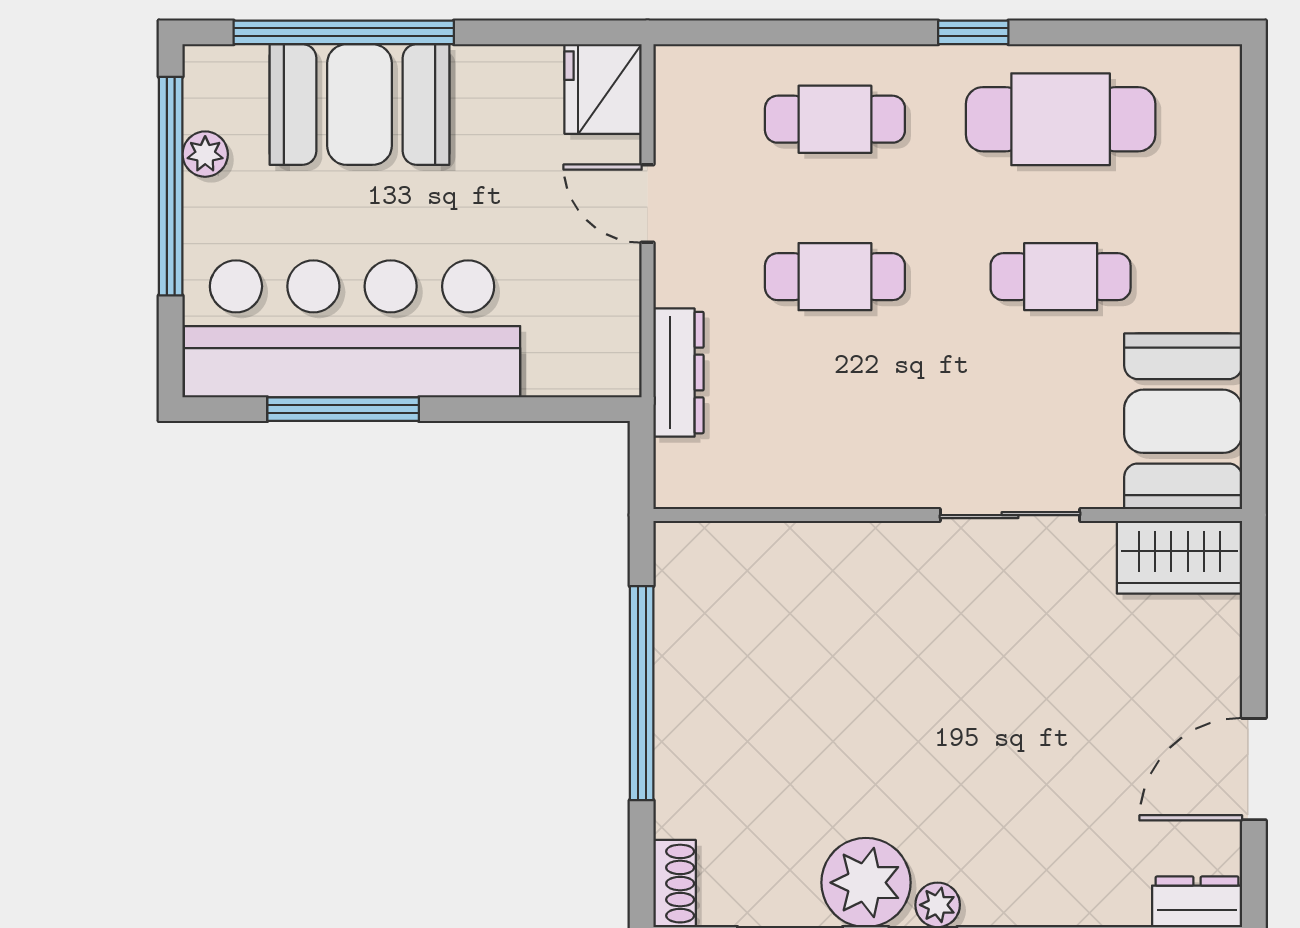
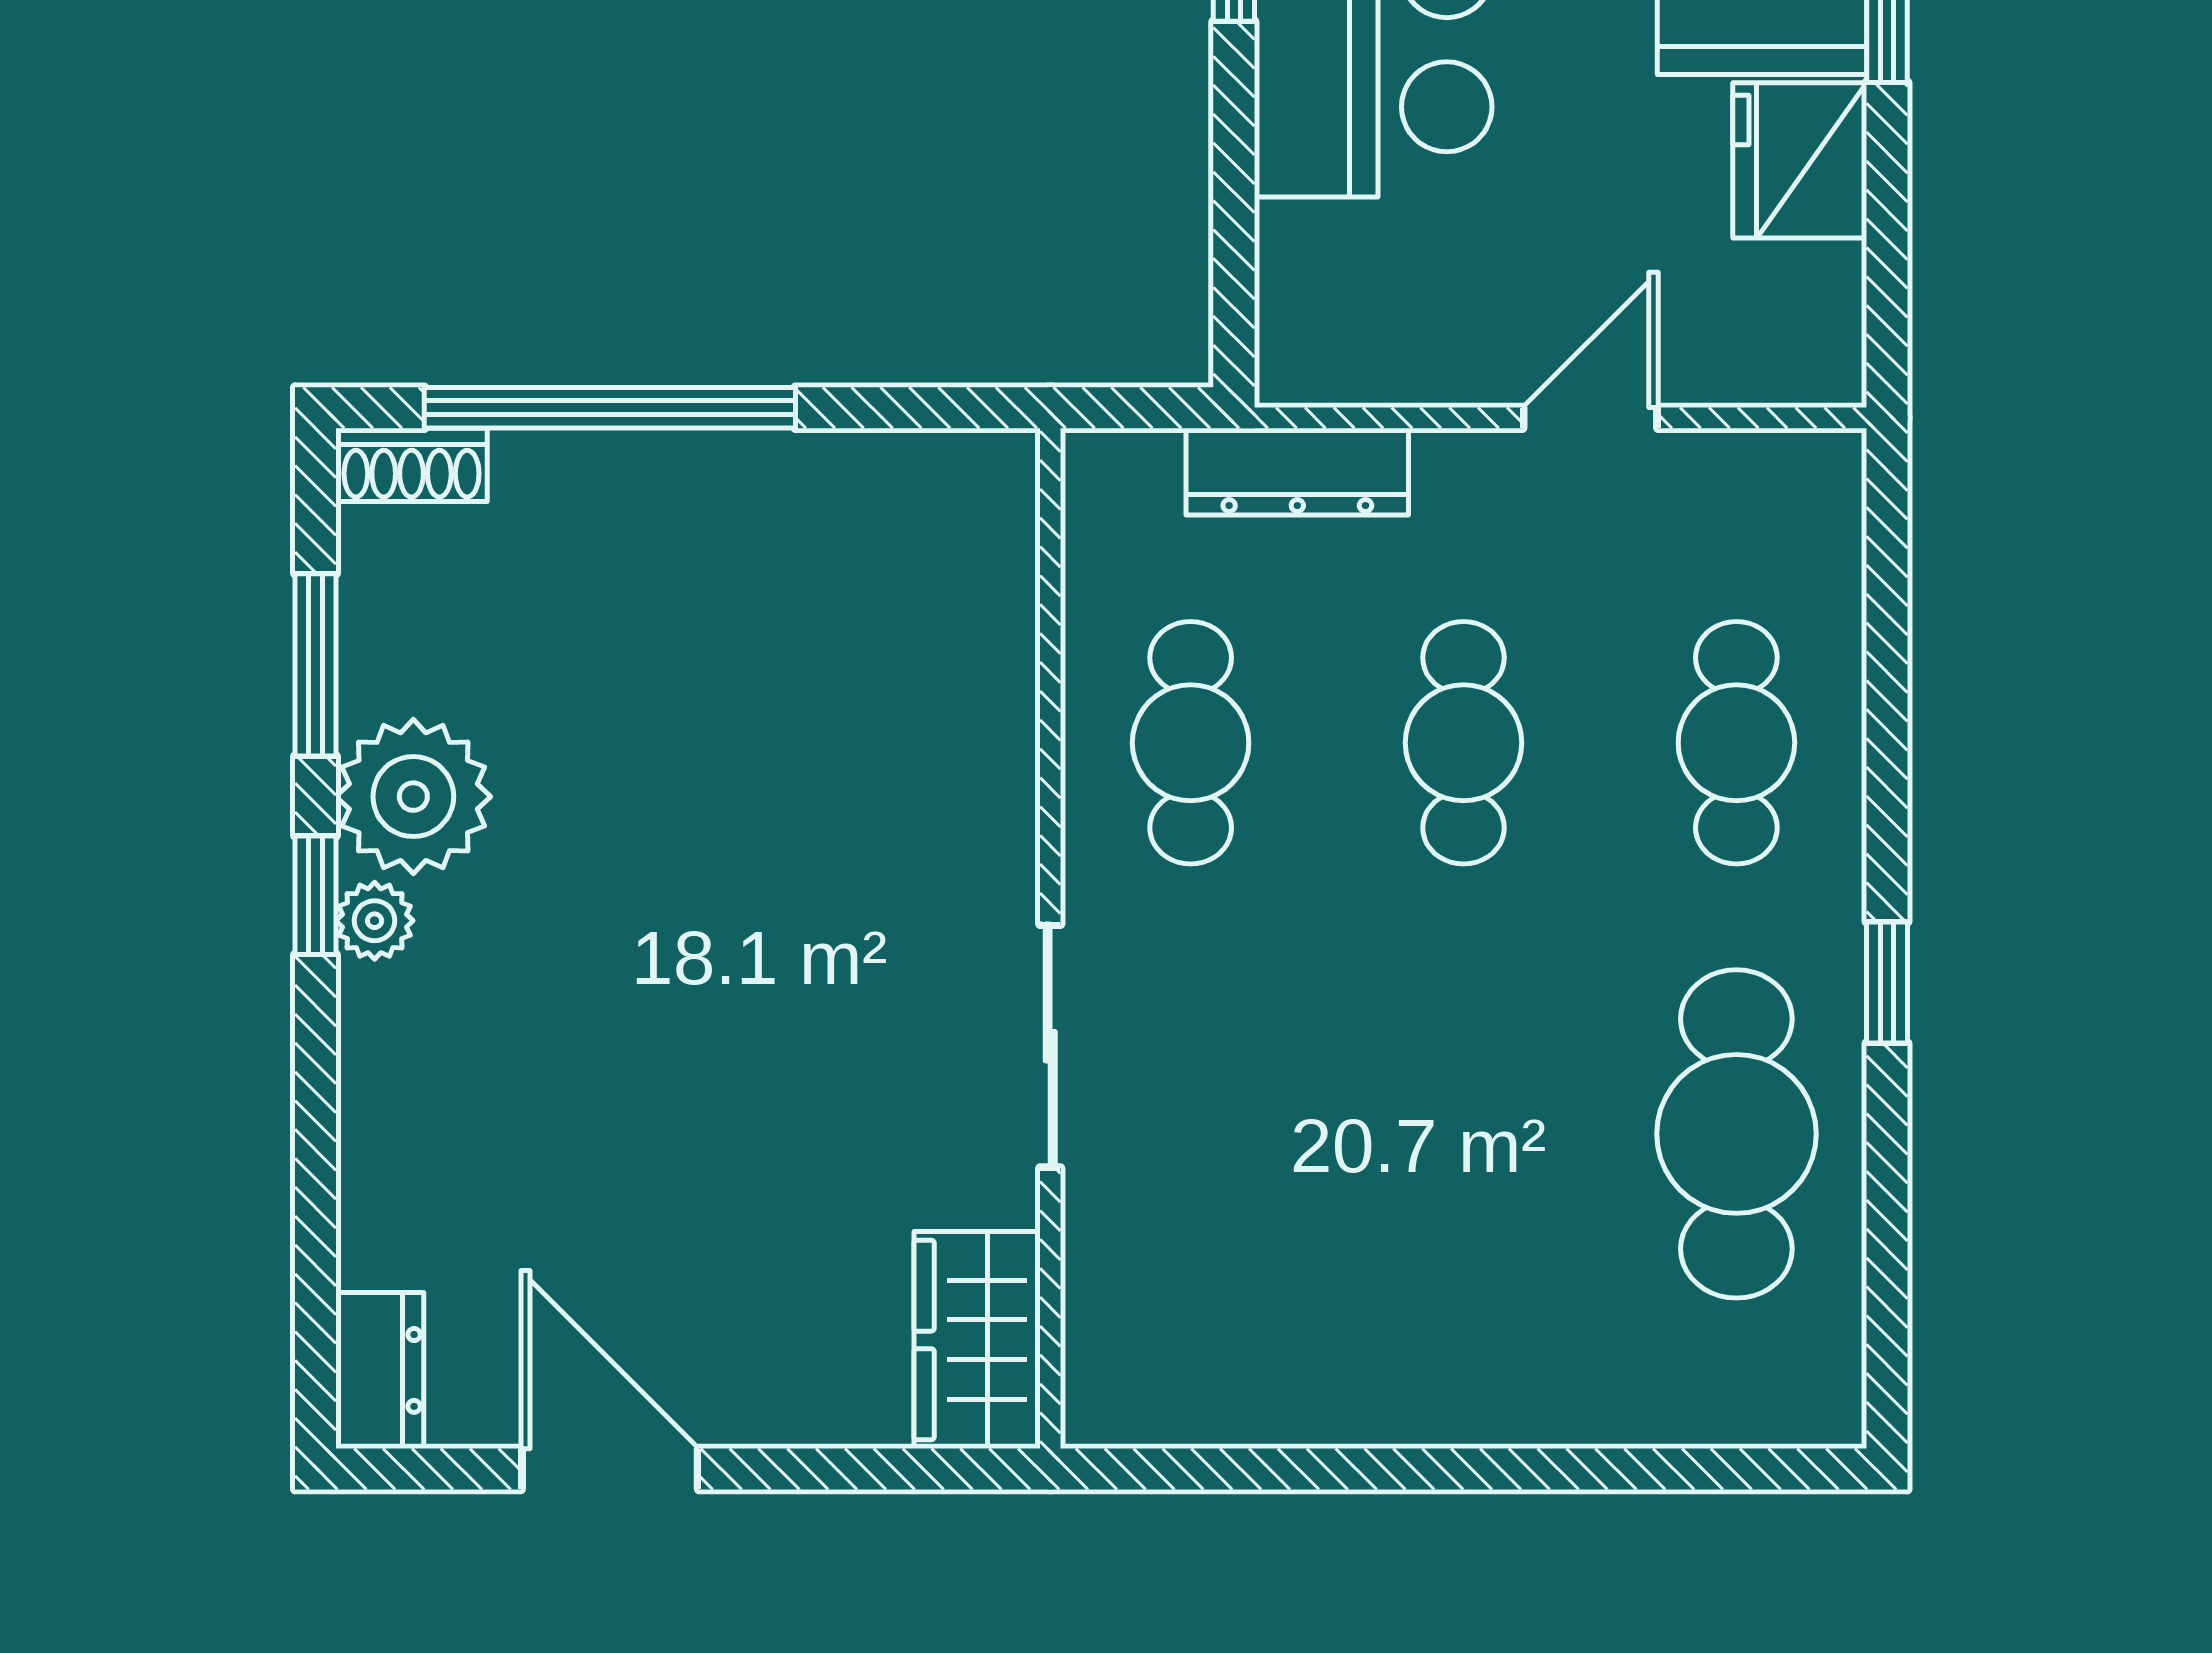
fridge: (603, 89) -> (1800, 160), moved, turned -90
cafe table: (1061, 277) -> (1191, 743), moved
booth: (1183, 421) -> (1213, 1346), removed
window: (642, 693) -> (610, 408), moved

